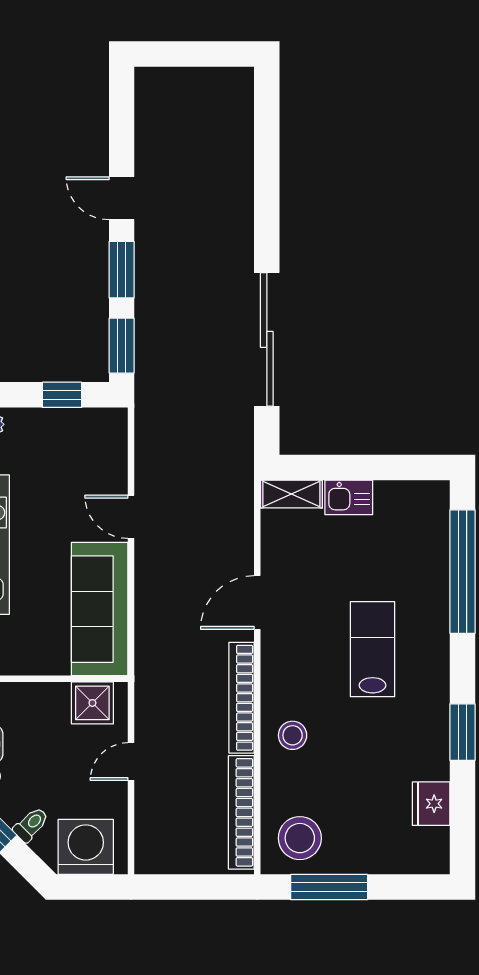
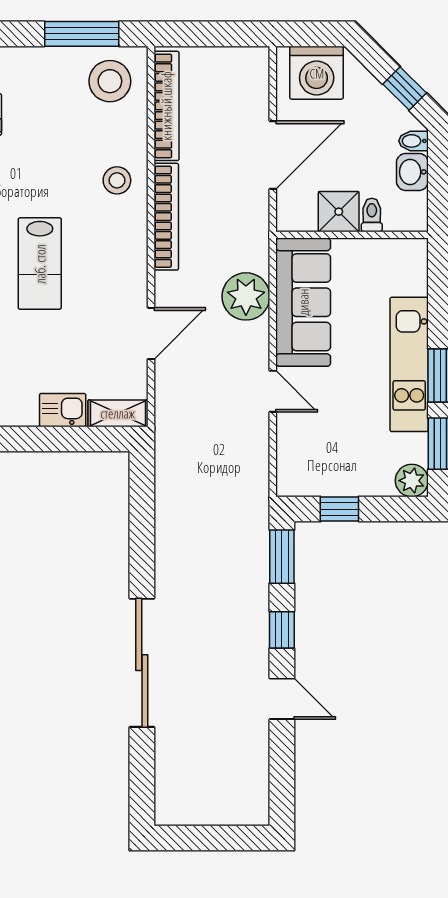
window: (122, 270) -> (282, 630), width x0.67
sliding door: (267, 339) -> (142, 663), moved
door: (257, 602) -> (151, 333), moved
plant: (159, 615) -> (246, 296), added
shower: (92, 703) -> (339, 212), moved
door: (131, 762) -> (273, 155), width x1.88
toilet: (31, 824) -> (372, 215), moved, turned 135

